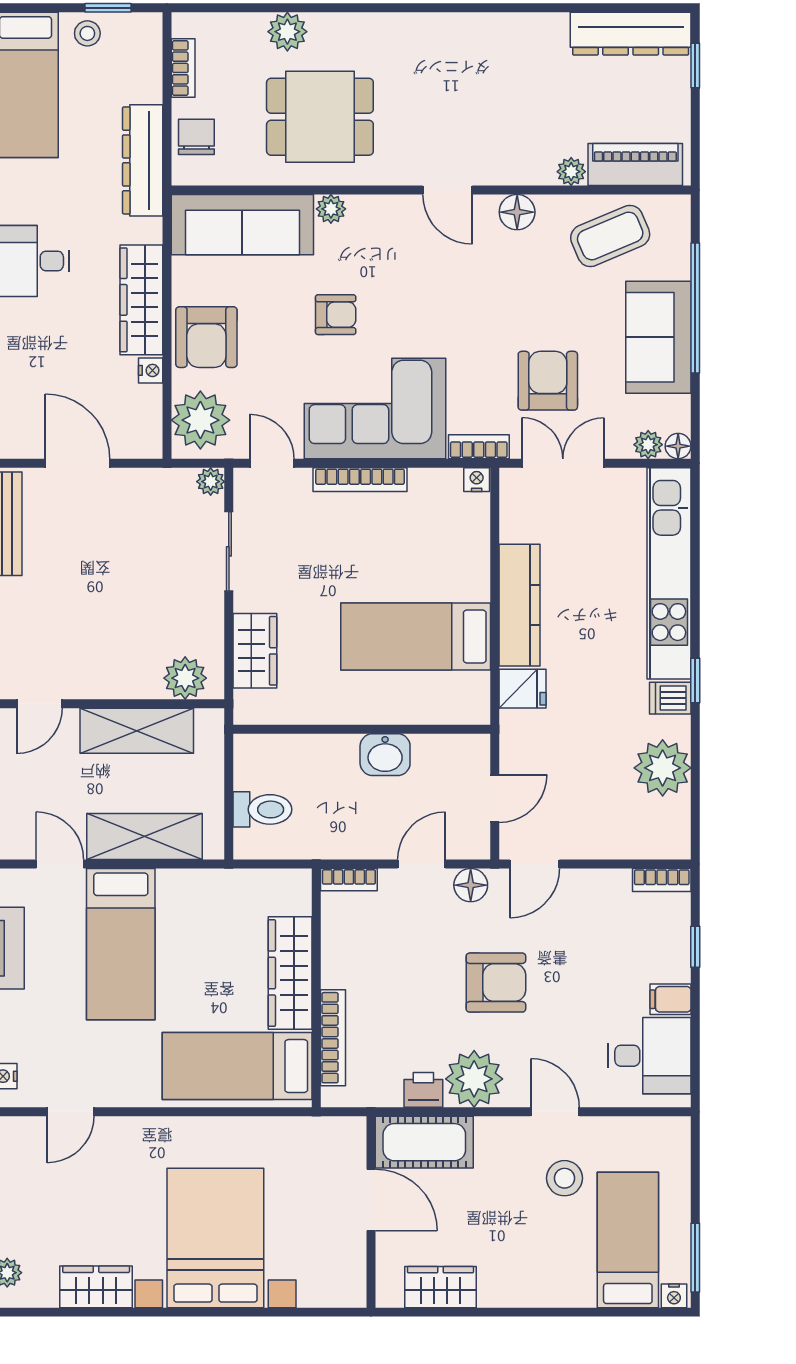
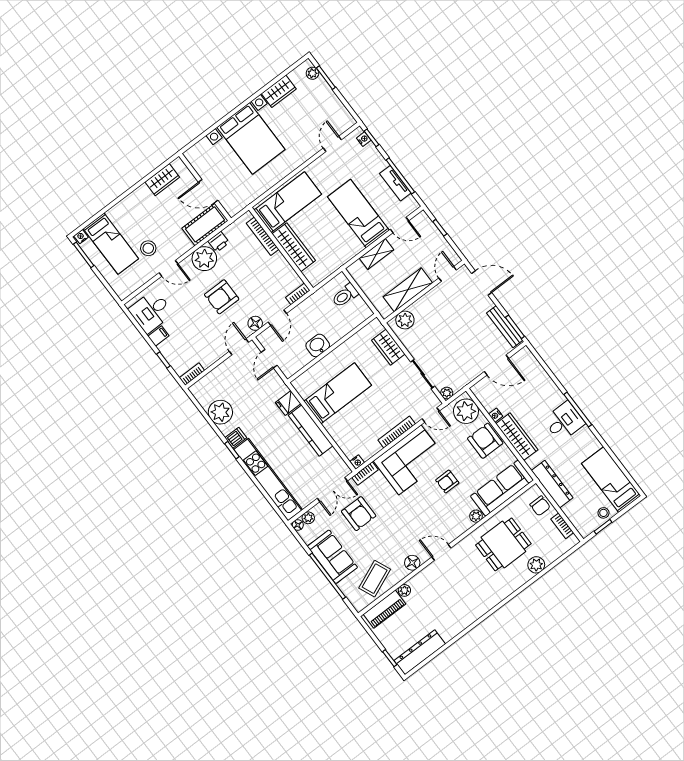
shelving: (144, 837) -> (377, 254), width x0.67, depth x0.75

